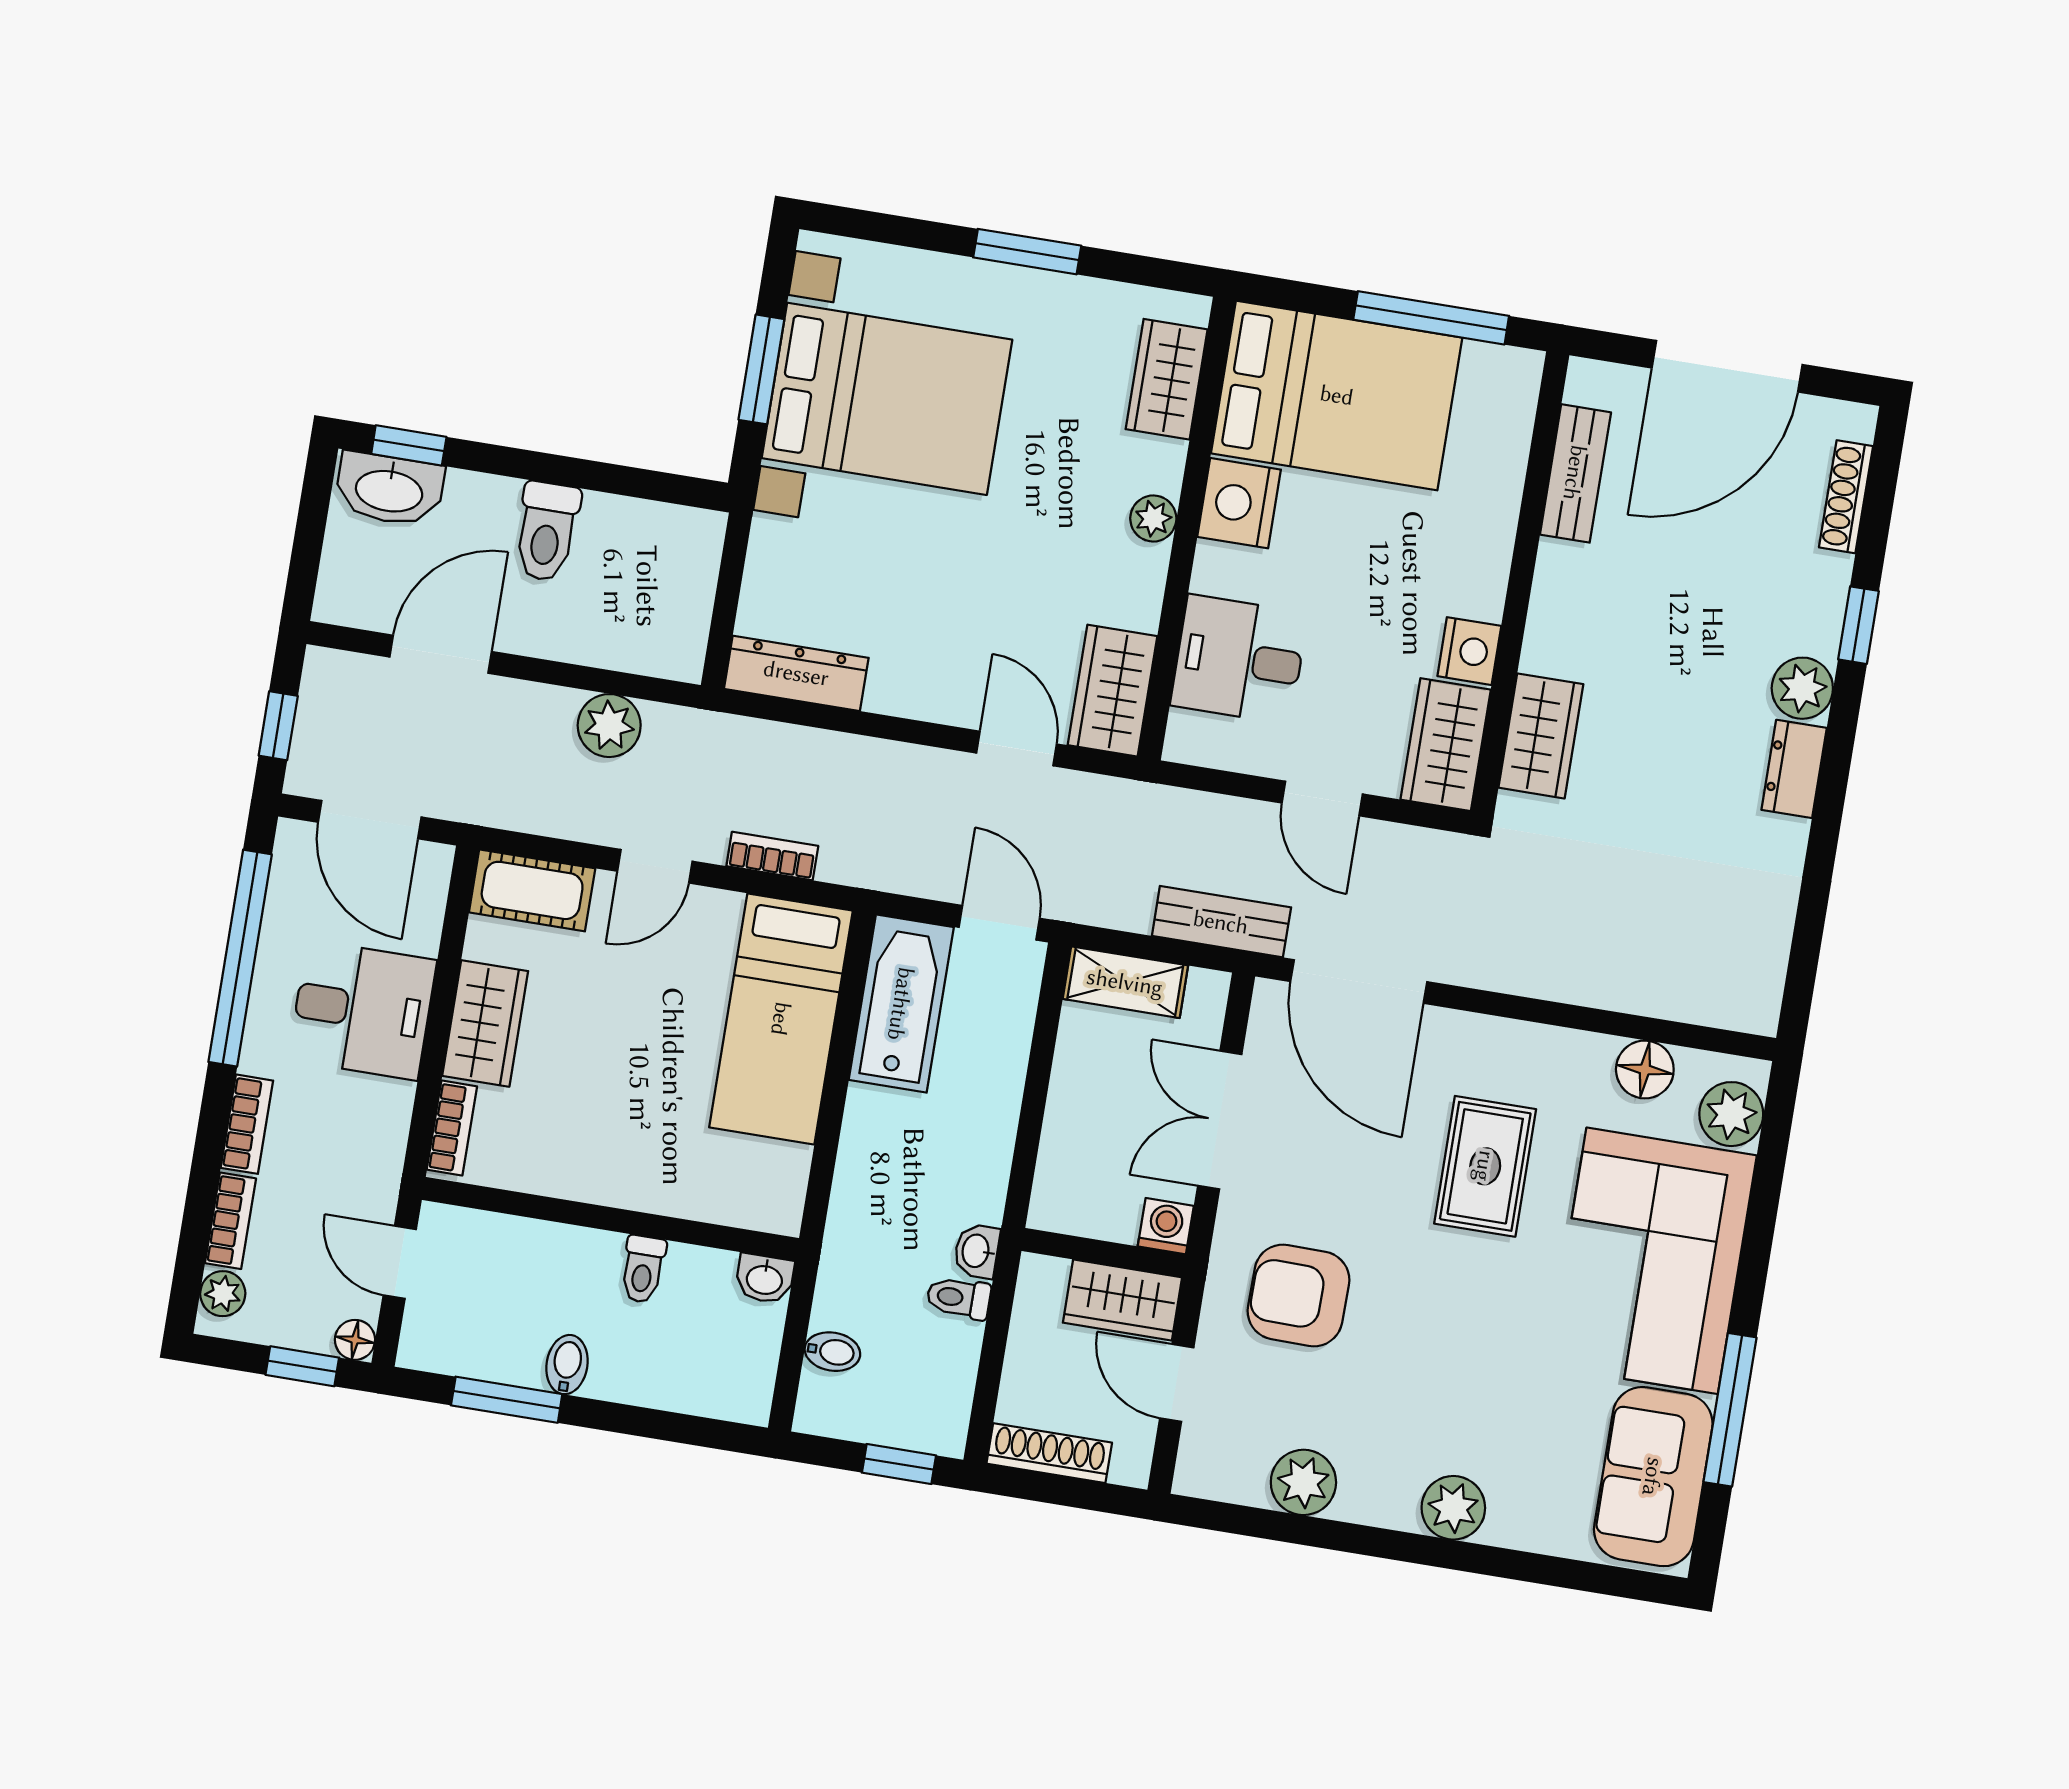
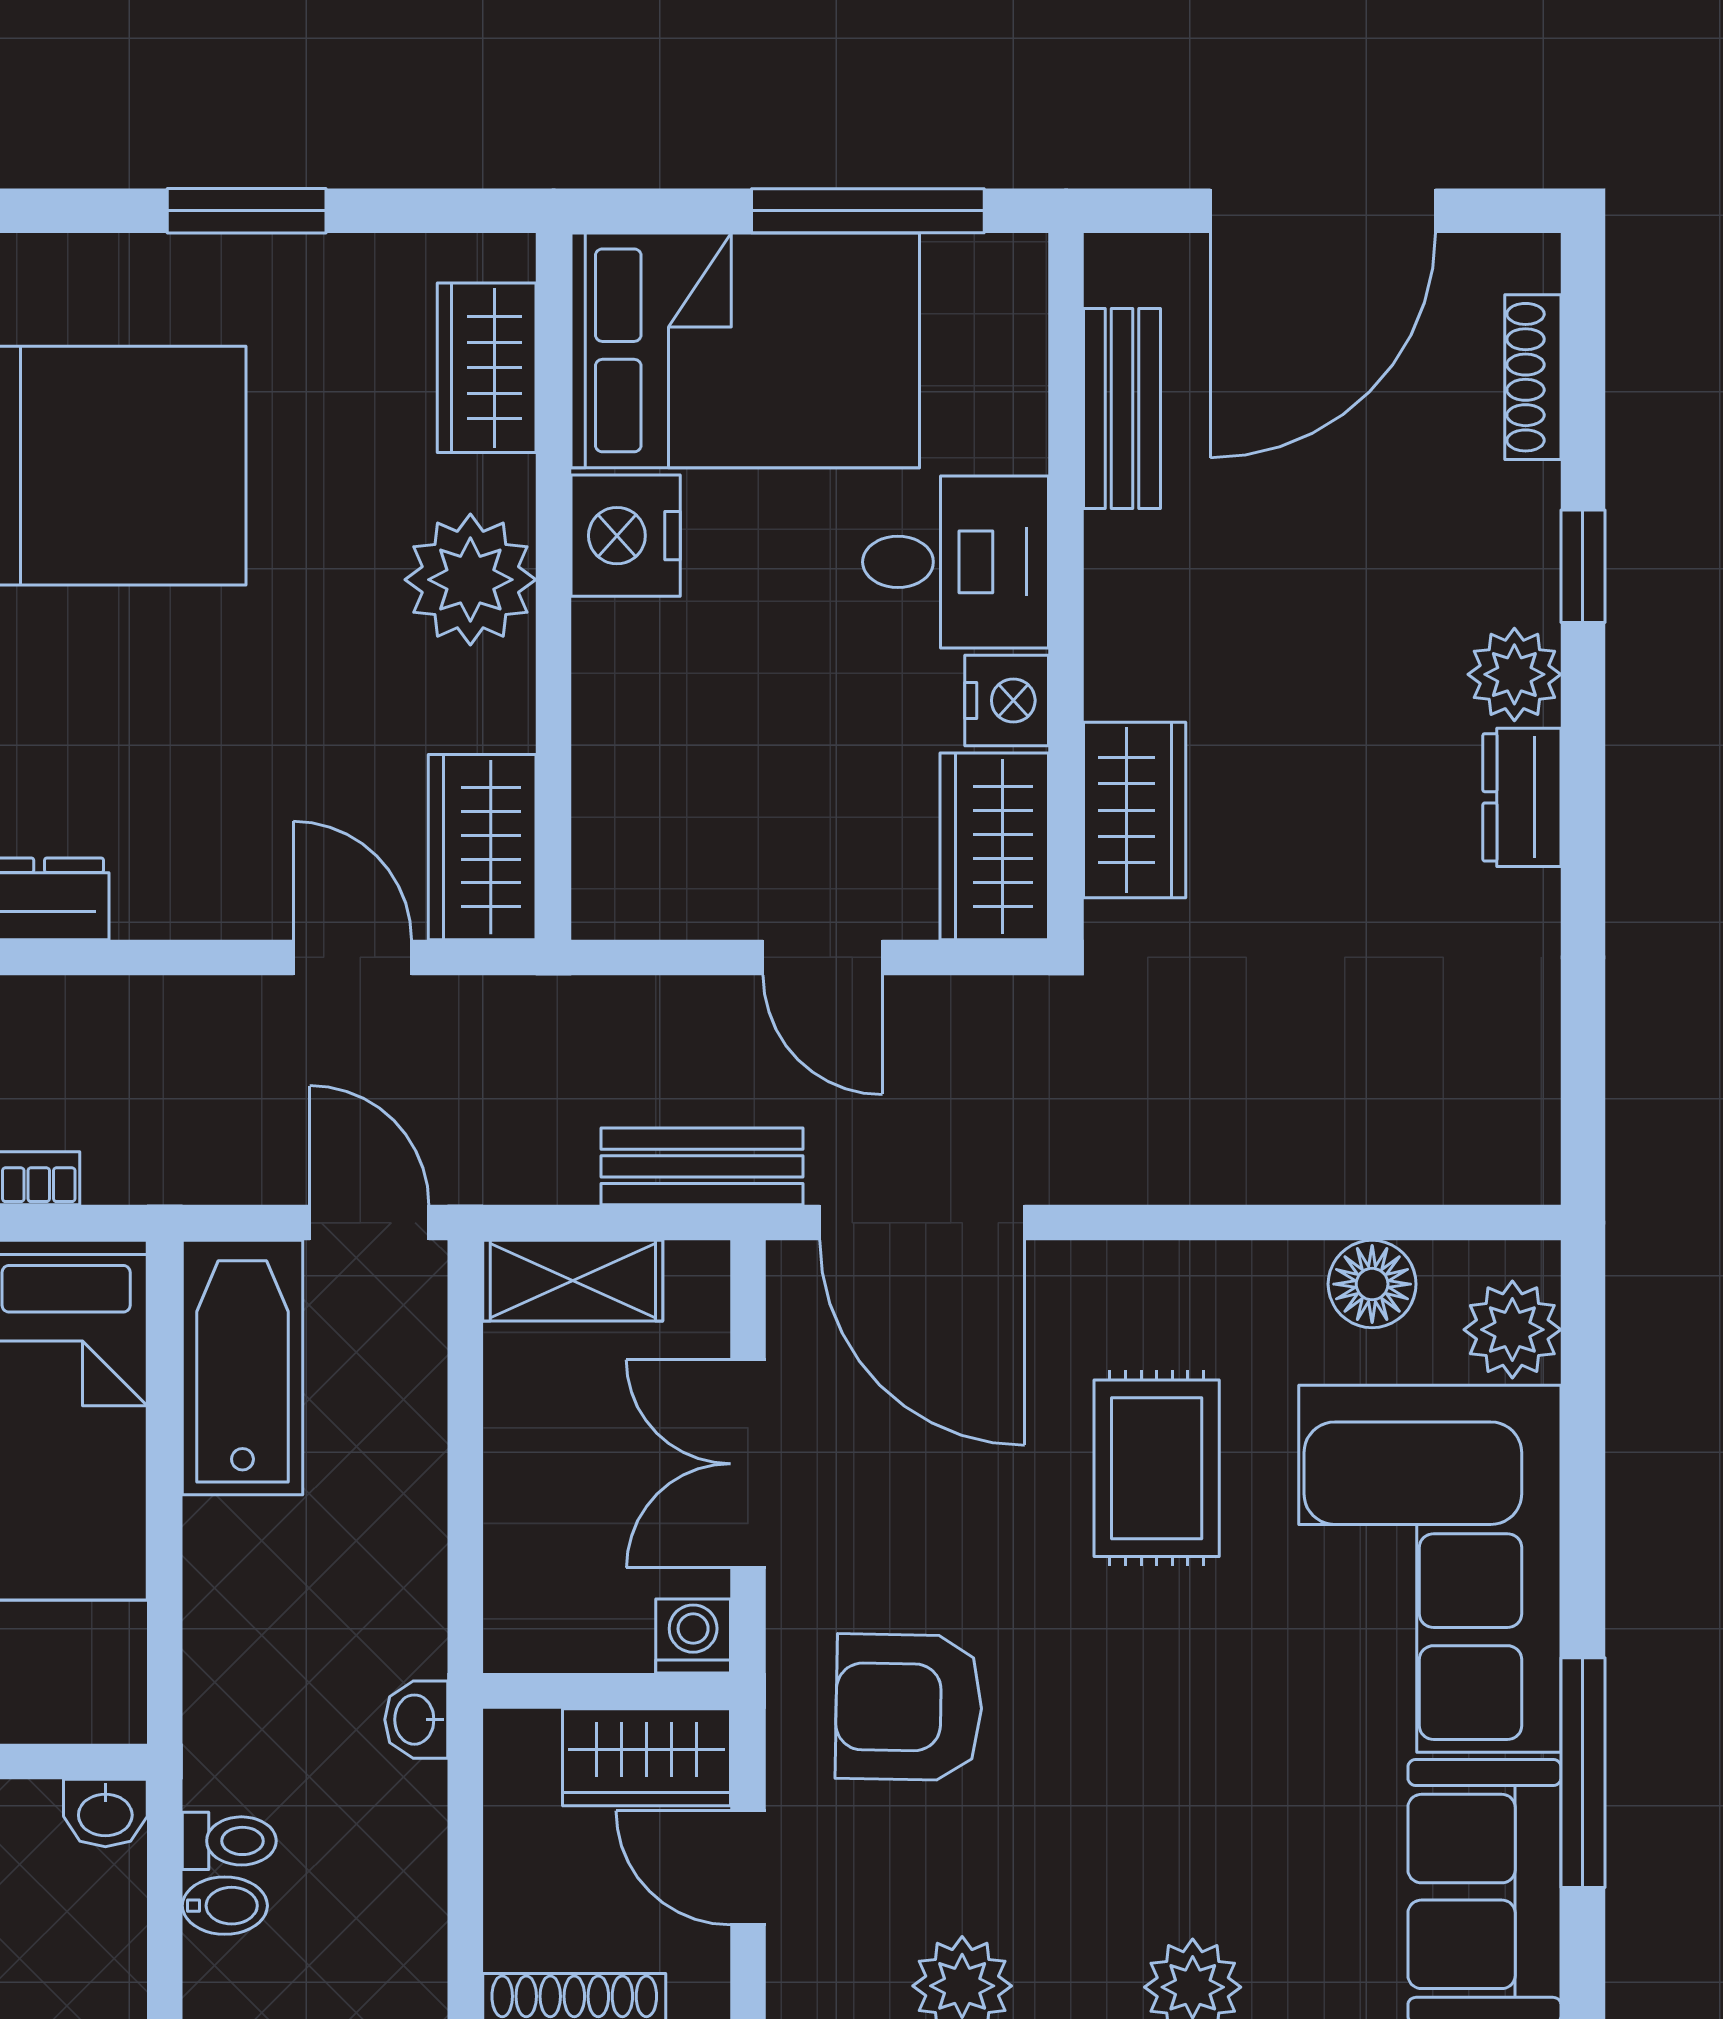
plant: (1153, 519) -> (470, 580), width x1.88, depth x1.88
desk: (1239, 659) -> (956, 562), moved, turned 180
toilet: (959, 1298) -> (229, 1841), moved, turned 180

